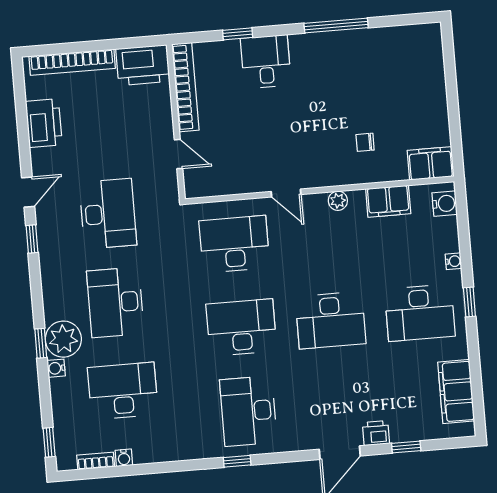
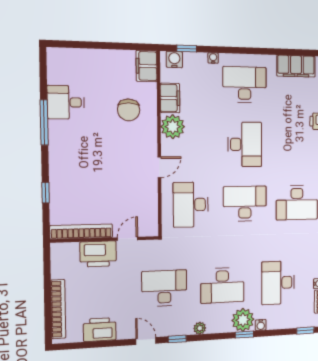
desk: (266, 62) -> (66, 102), moved
printer: (143, 65) -> (98, 254), moved, turned 90
chair: (365, 142) -> (129, 110), width x1.87, depth x1.87
plant: (338, 201) -> (173, 127), width x1.87, depth x1.87
plant: (49, 272) -> (200, 328), added
window: (469, 302) -> (187, 48), moved
desk: (420, 313) -> (245, 85), turned -90
desk: (241, 328) -> (245, 204), turned 90

